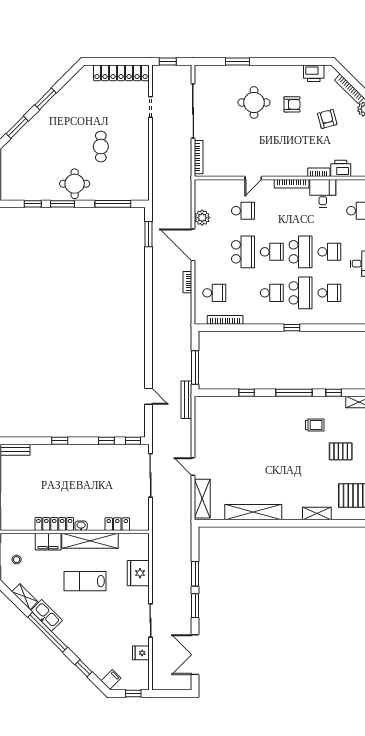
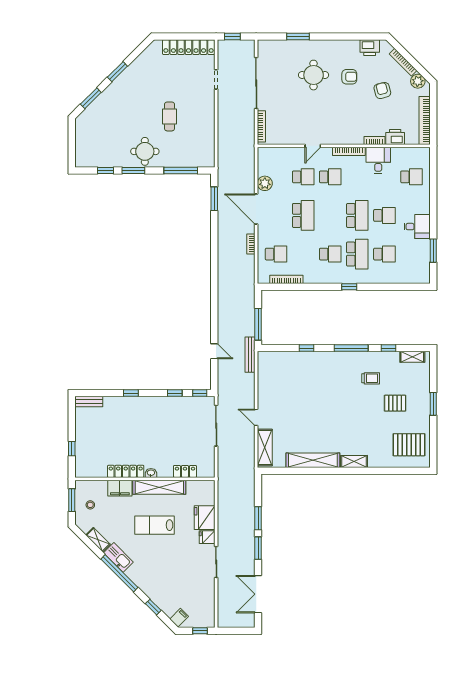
school desk: (272, 252) -> (330, 177), moved
shelving: (317, 513) -> (354, 462), moved
fridge: (141, 653) -> (207, 537), moved

